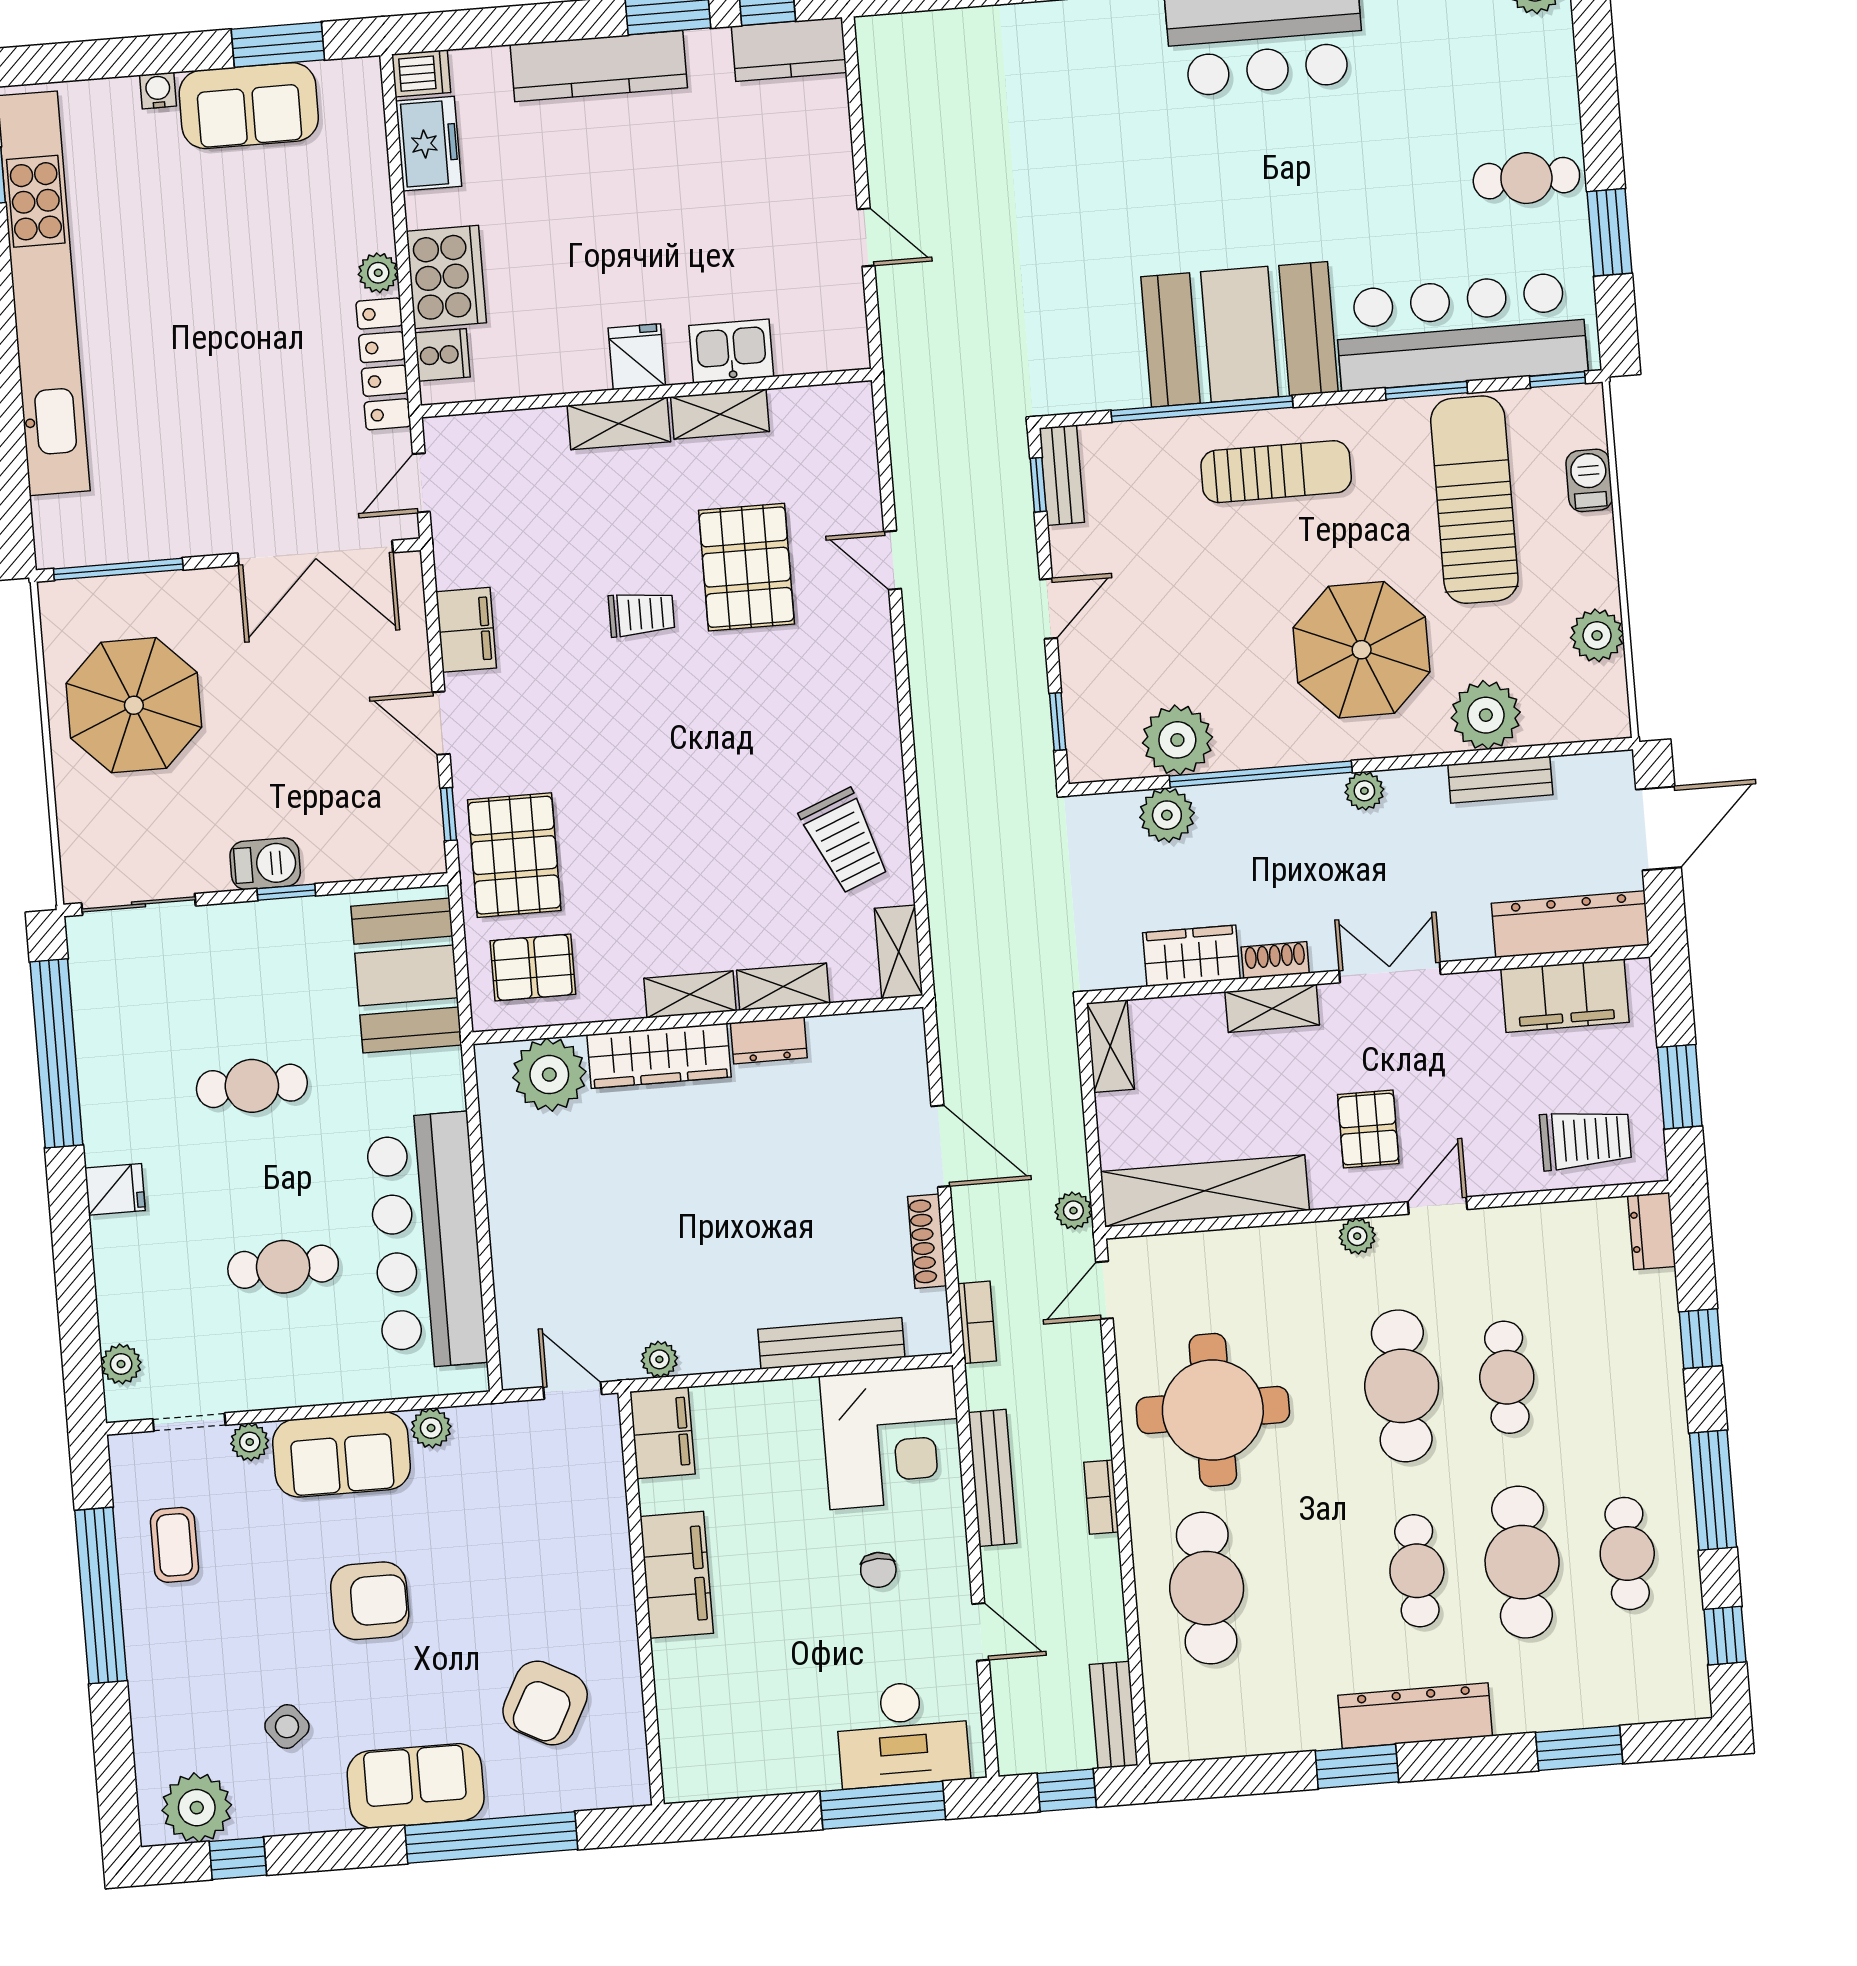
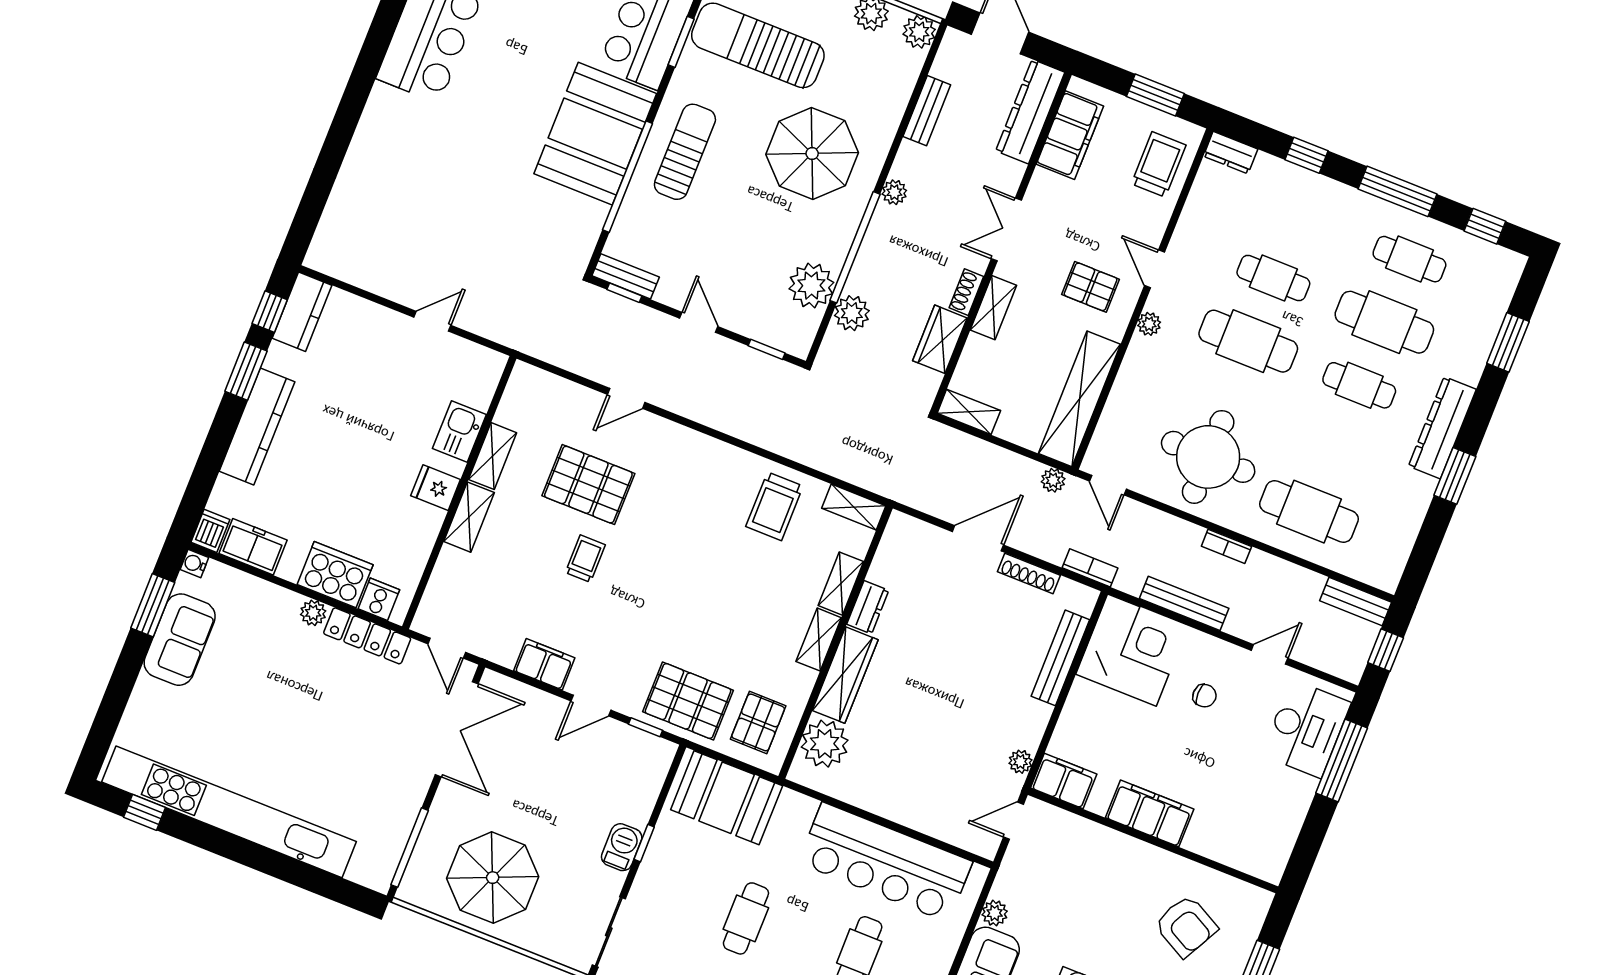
water cooler: (158, 91) -> (194, 563), moved
plant: (1486, 715) -> (919, 32), moved, width x0.73, depth x0.73
trolley: (845, 841) -> (774, 506), turned 112

